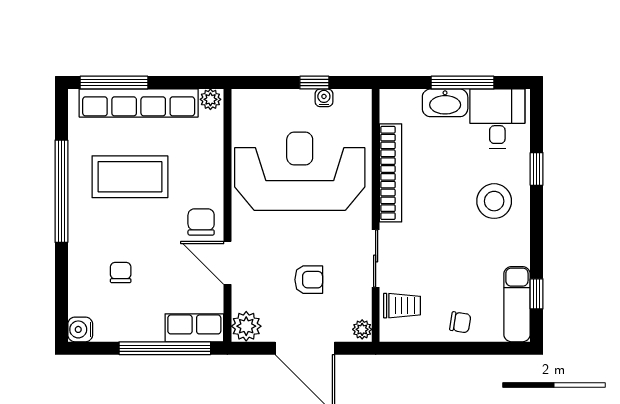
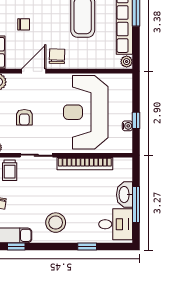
reception desk: (300, 171) -> (86, 112), turned 180
stool: (494, 201) -> (56, 223), moved
chair: (201, 222) -> (57, 56), turned -88
chair: (121, 272) -> (24, 24), moved

